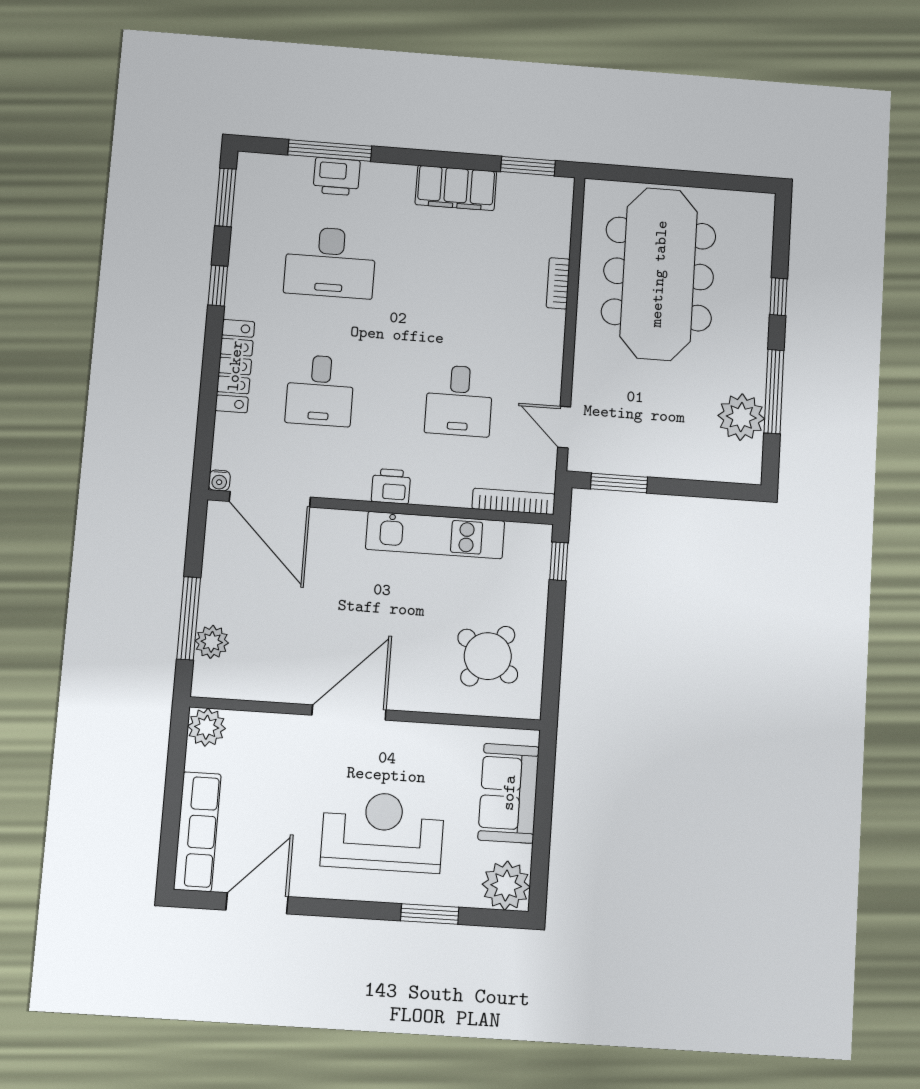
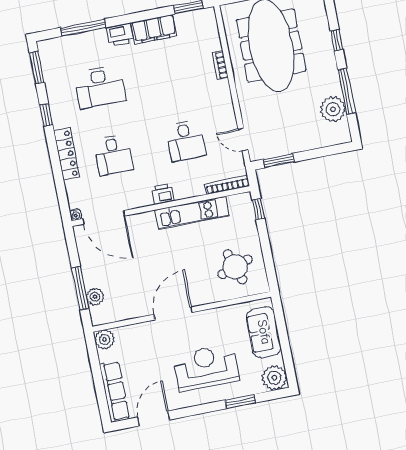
printer: (337, 177) -> (120, 35), moved
round table: (488, 656) -> (235, 267), turned 34

